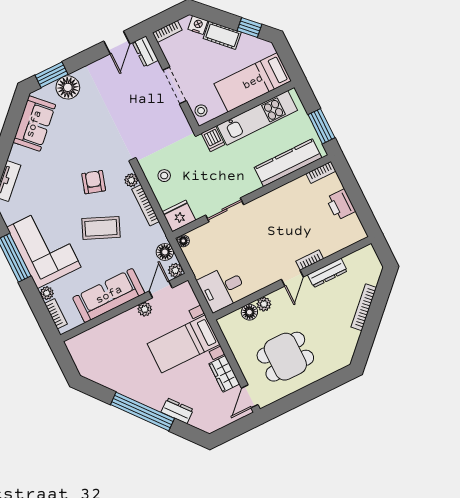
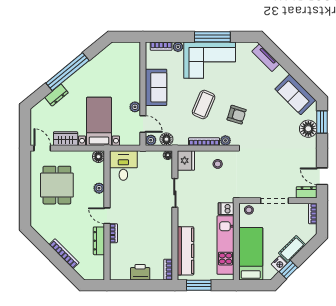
nightstand: (198, 25) -> (279, 264), moved
sofa: (109, 295) -> (156, 87), width x0.73
floor lamp: (249, 312) -> (98, 157), moved

